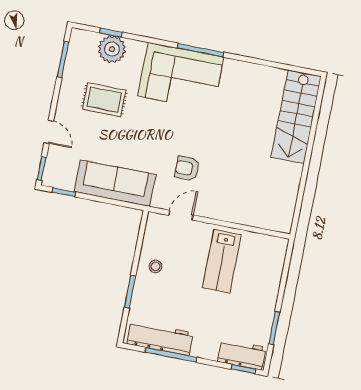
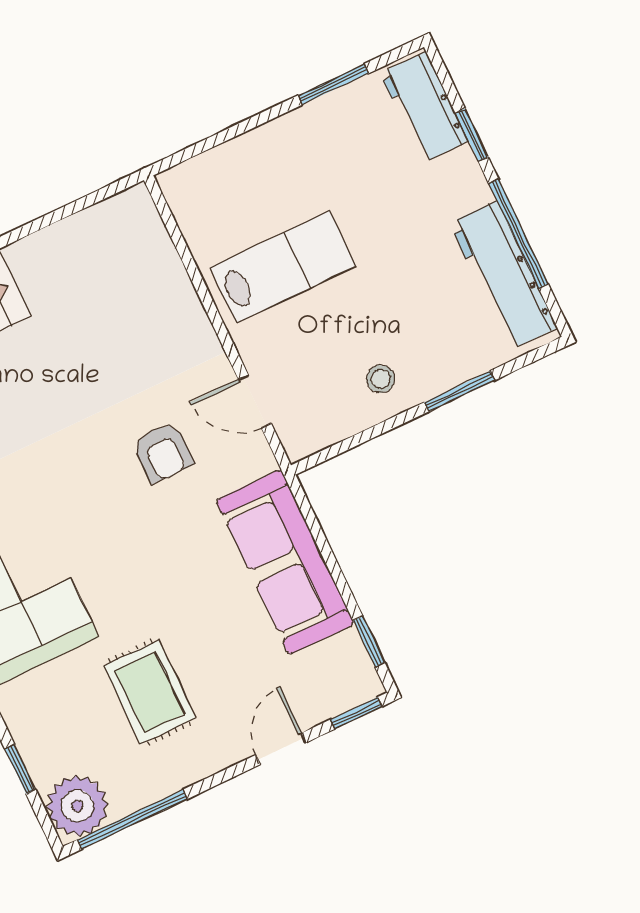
plant: (112, 49) -> (77, 806), moved
window: (63, 59) -> (132, 819), width x1.44
window: (243, 369) -> (472, 135), moved

